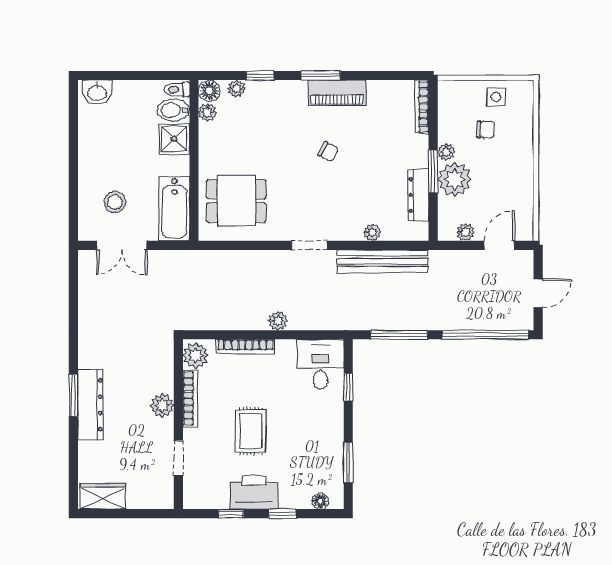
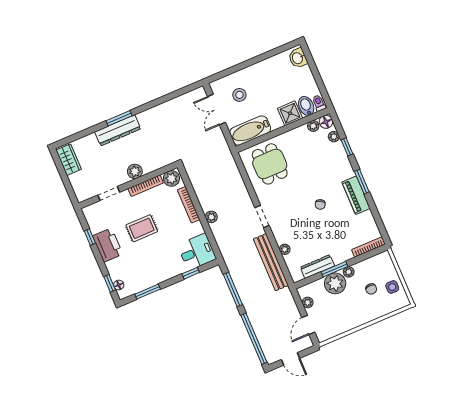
door: (499, 245) -> (308, 325), swing flipped
window: (282, 514) -> (110, 283), moved

